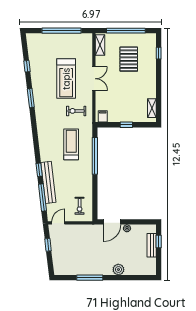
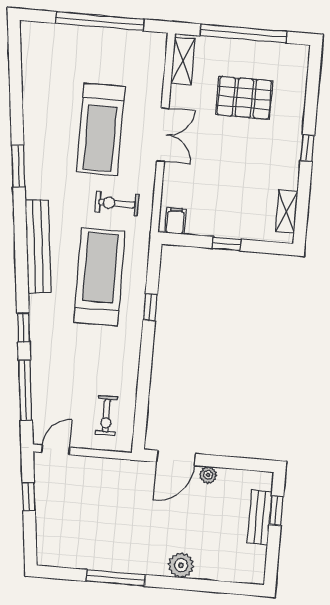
window: (159, 53) -> (307, 148), moved
pallet: (129, 59) -> (244, 98), turned 90
window: (27, 66) -> (16, 94), removed
treadmill: (71, 144) -> (100, 277), width x1.37, depth x1.38
window: (95, 156) -> (150, 307), width x0.32
bench: (48, 182) -> (38, 246), moved

